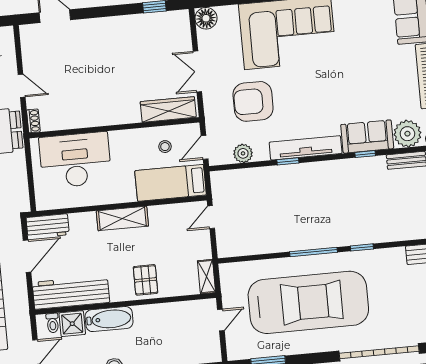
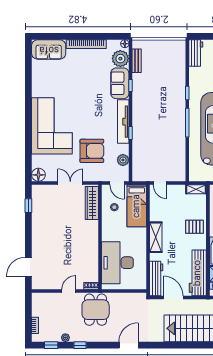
double door: (197, 71) -> (70, 183), swing flipped
armchair: (253, 101) -> (92, 151), turned -90
workbench: (48, 226) -> (156, 279), width x1.38

